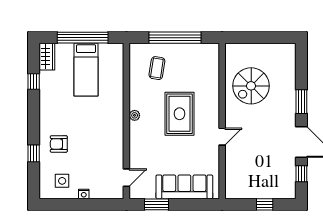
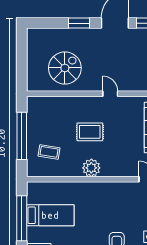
spiral stairs: (251, 86) -> (65, 68), turned -90
rug: (180, 114) -> (90, 132), width x0.73, depth x0.70
plant: (135, 115) -> (91, 168), width x1.88, depth x1.88

